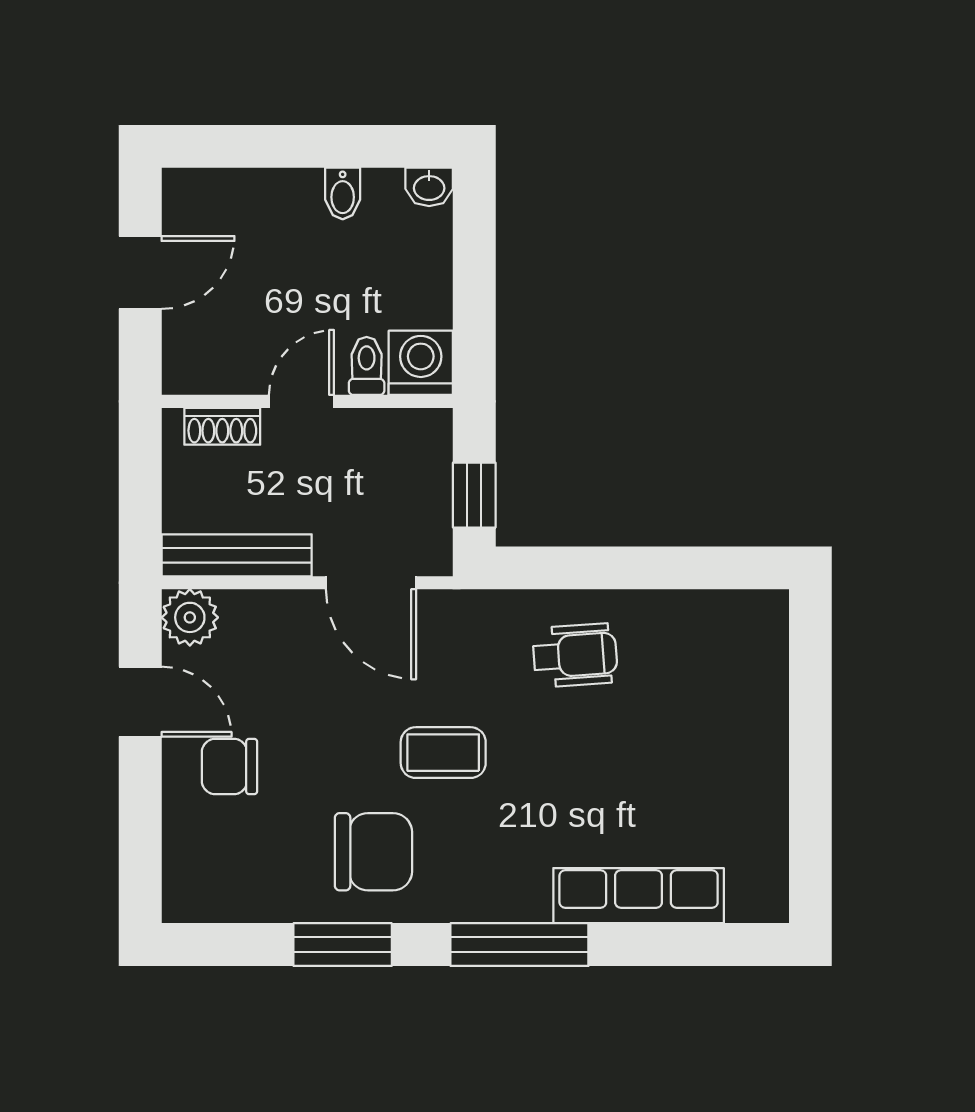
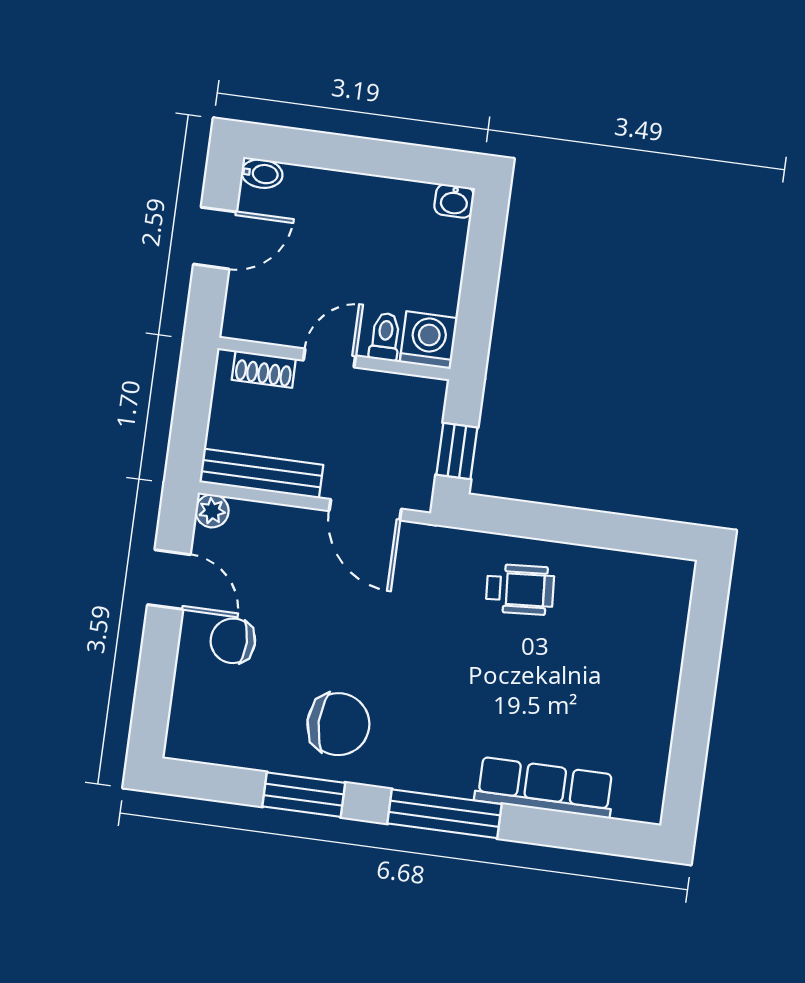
bidet: (343, 193) -> (262, 174), moved, turned -90
plant: (190, 617) -> (212, 511), width x0.73, depth x0.73
coffee table: (443, 753) -> (404, 653), removed

